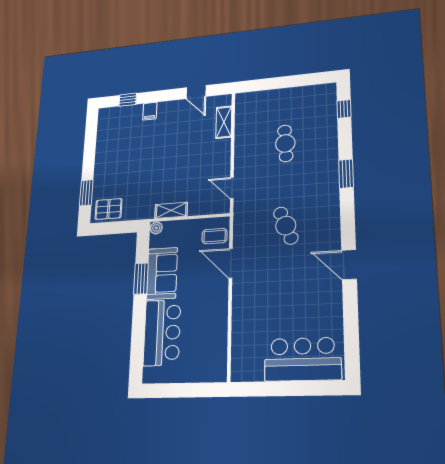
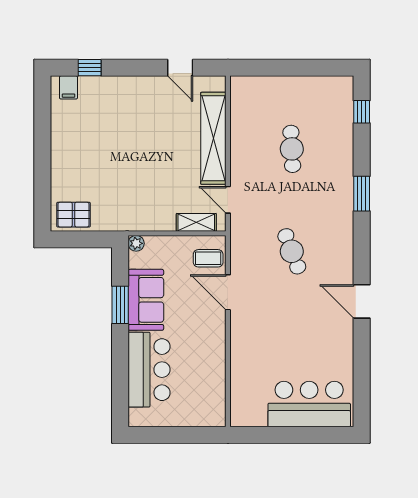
filing cabinet: (150, 111) -> (68, 87), moved
shelving: (224, 122) -> (213, 138), width x2.20, depth x1.33
window: (86, 193) -> (42, 191), removed
shelving: (171, 210) -> (196, 222), moved

